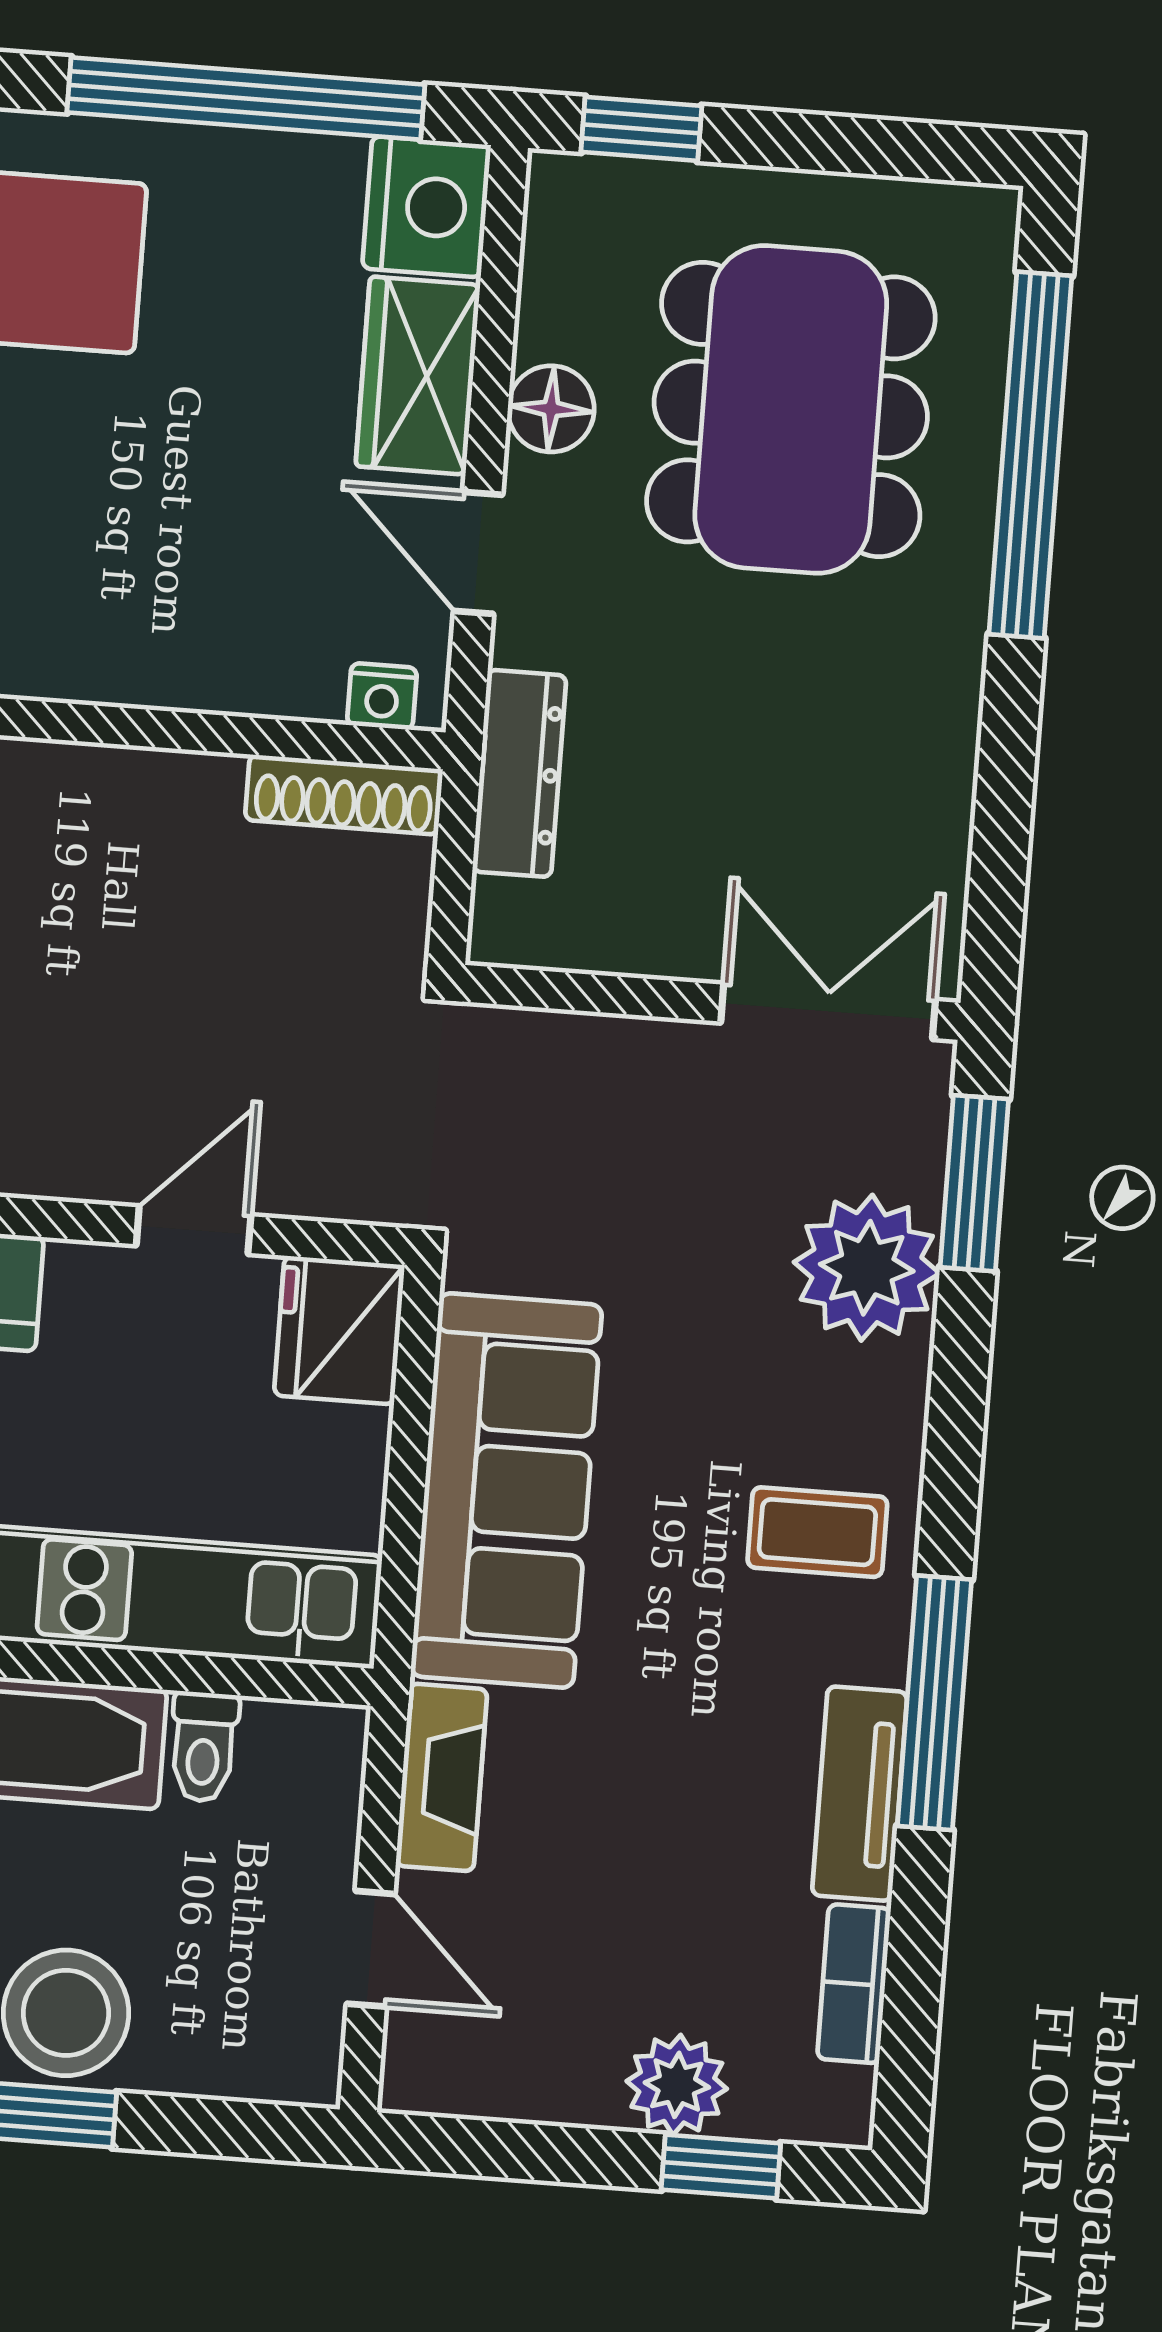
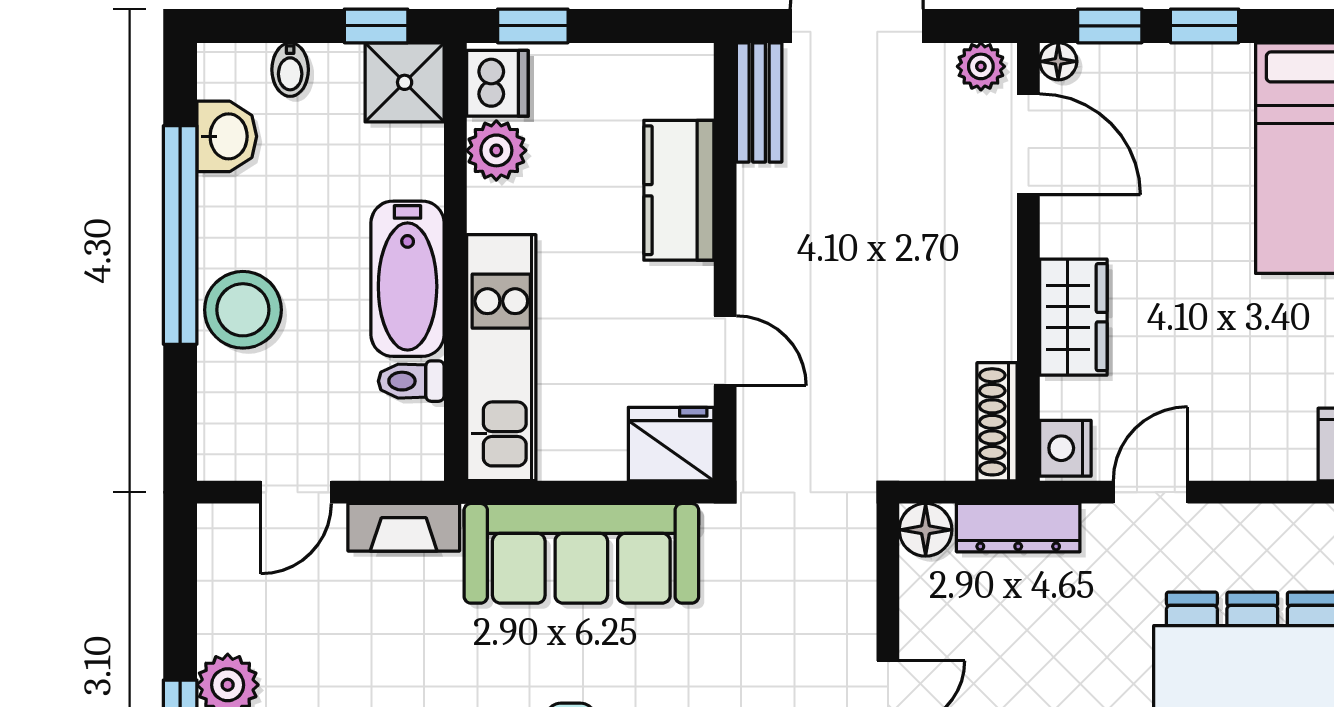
wardrobe: (418, 376) -> (1073, 317), moved, turned 90
floor lamp: (551, 409) -> (926, 530), moved
nightstand: (382, 696) -> (1065, 448), width x1.39, depth x1.35

